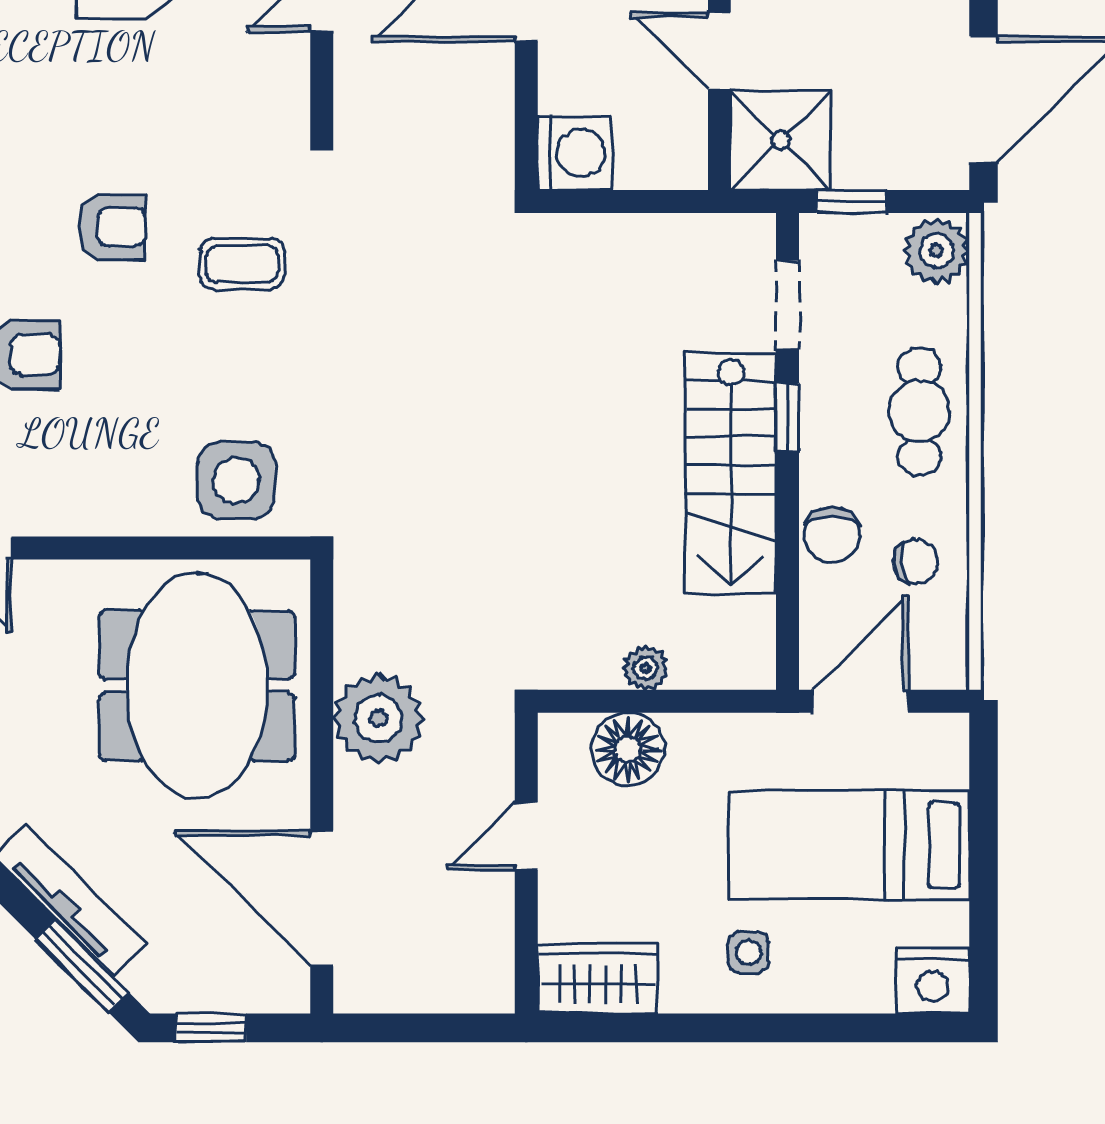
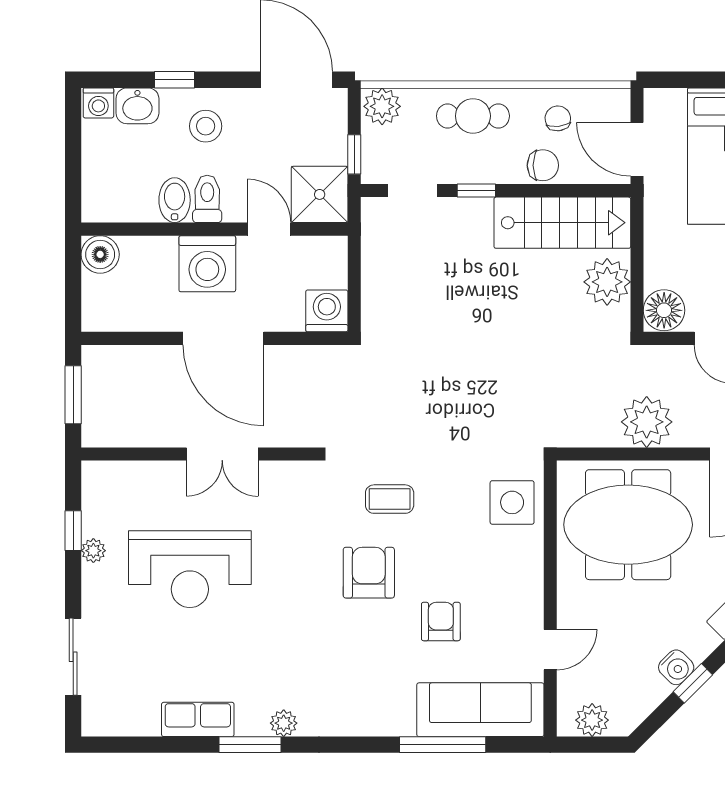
door: (719, 51) -> (269, 229), swing flipped
armchair: (112, 227) -> (369, 573), width x1.38, depth x1.38
coffee table: (242, 264) -> (390, 499), turned 90
stairs: (731, 473) -> (562, 223), moved
plant: (645, 668) -> (607, 282), width x1.88, depth x1.88
floor lamp: (628, 749) -> (664, 310), moved

